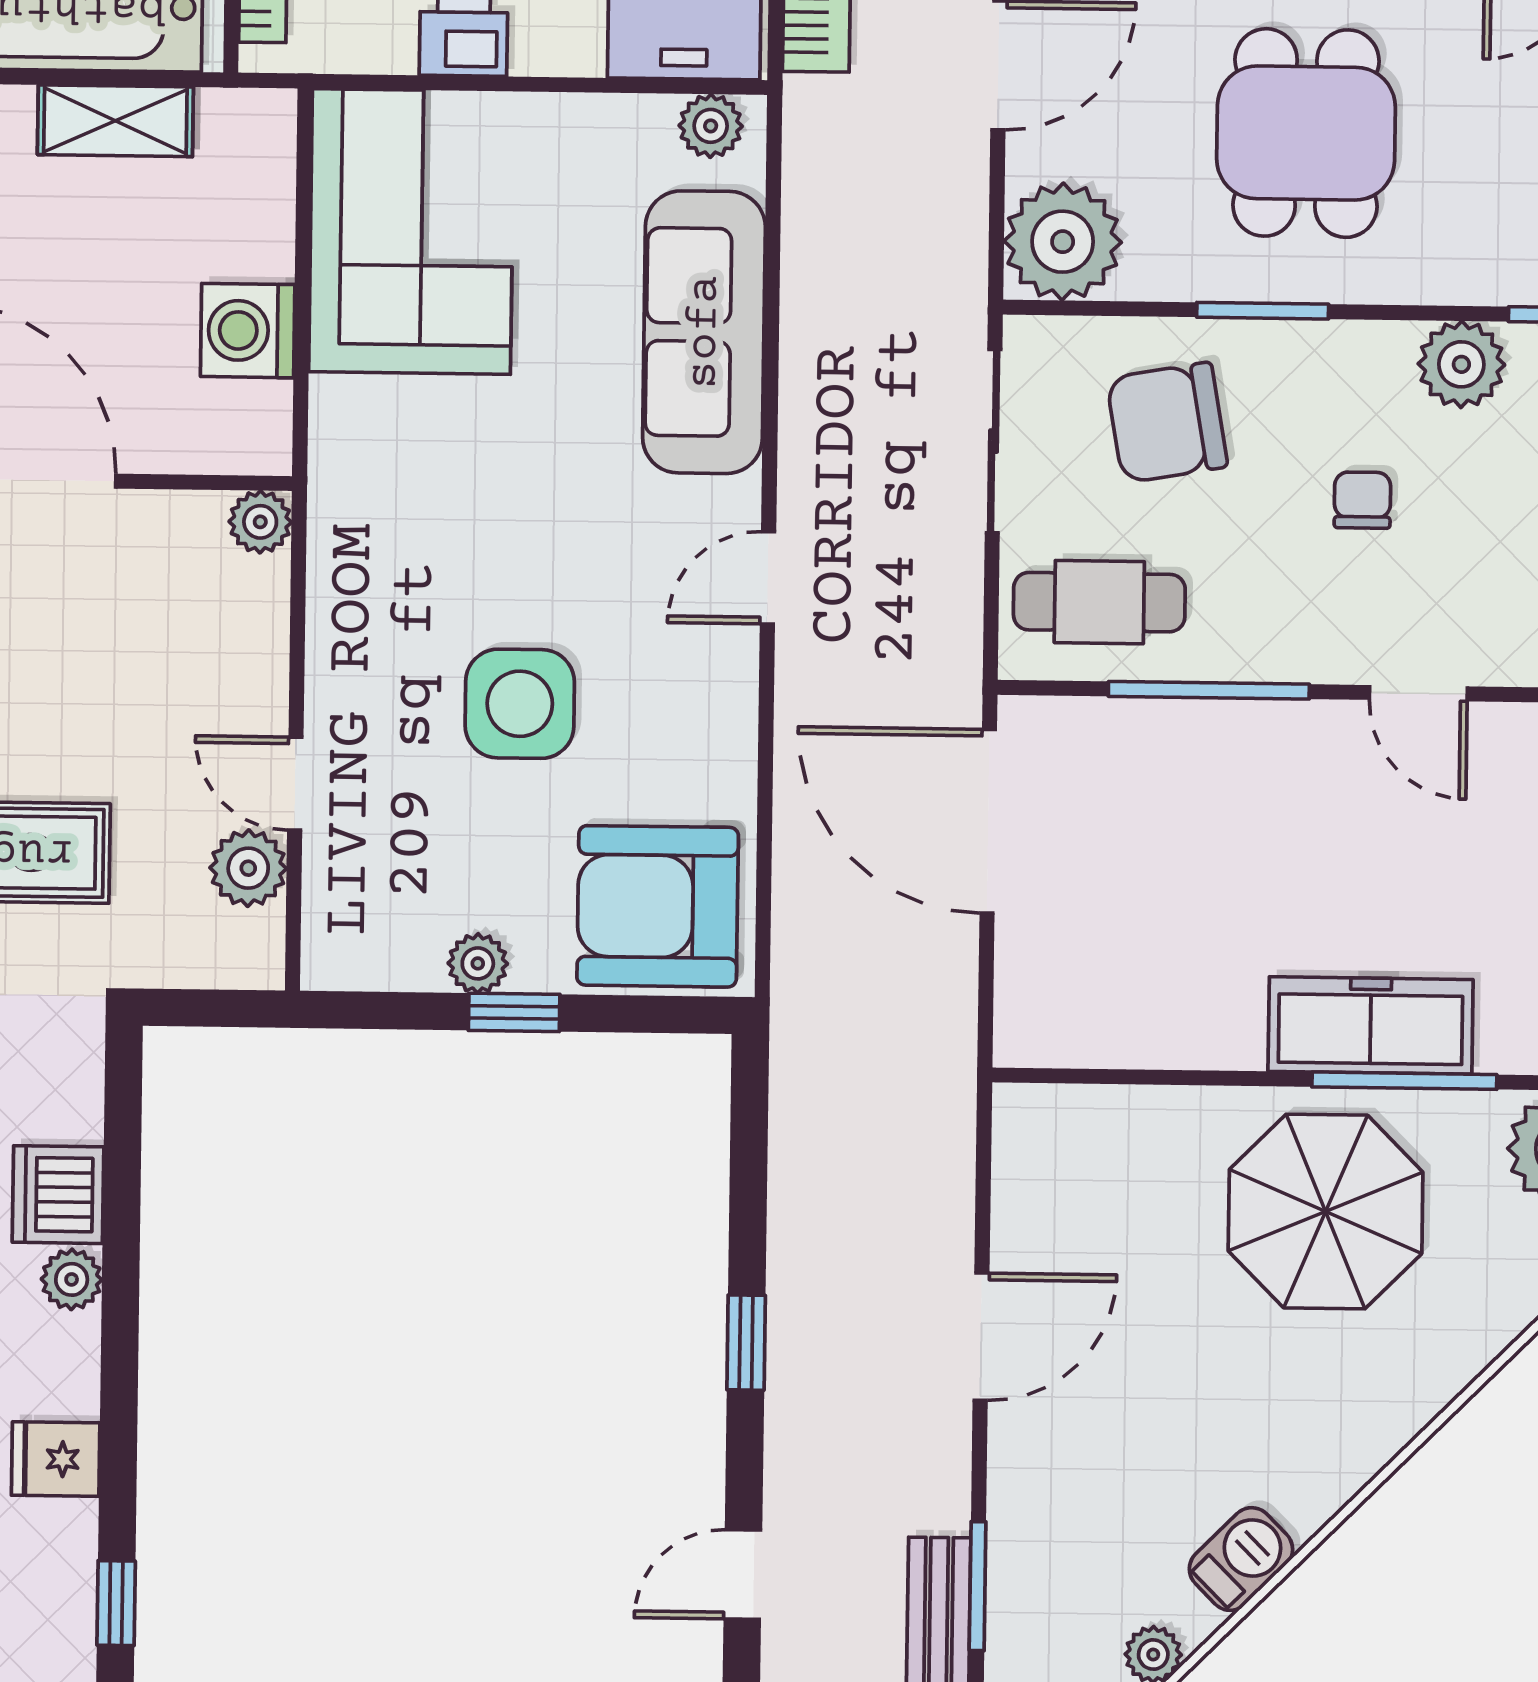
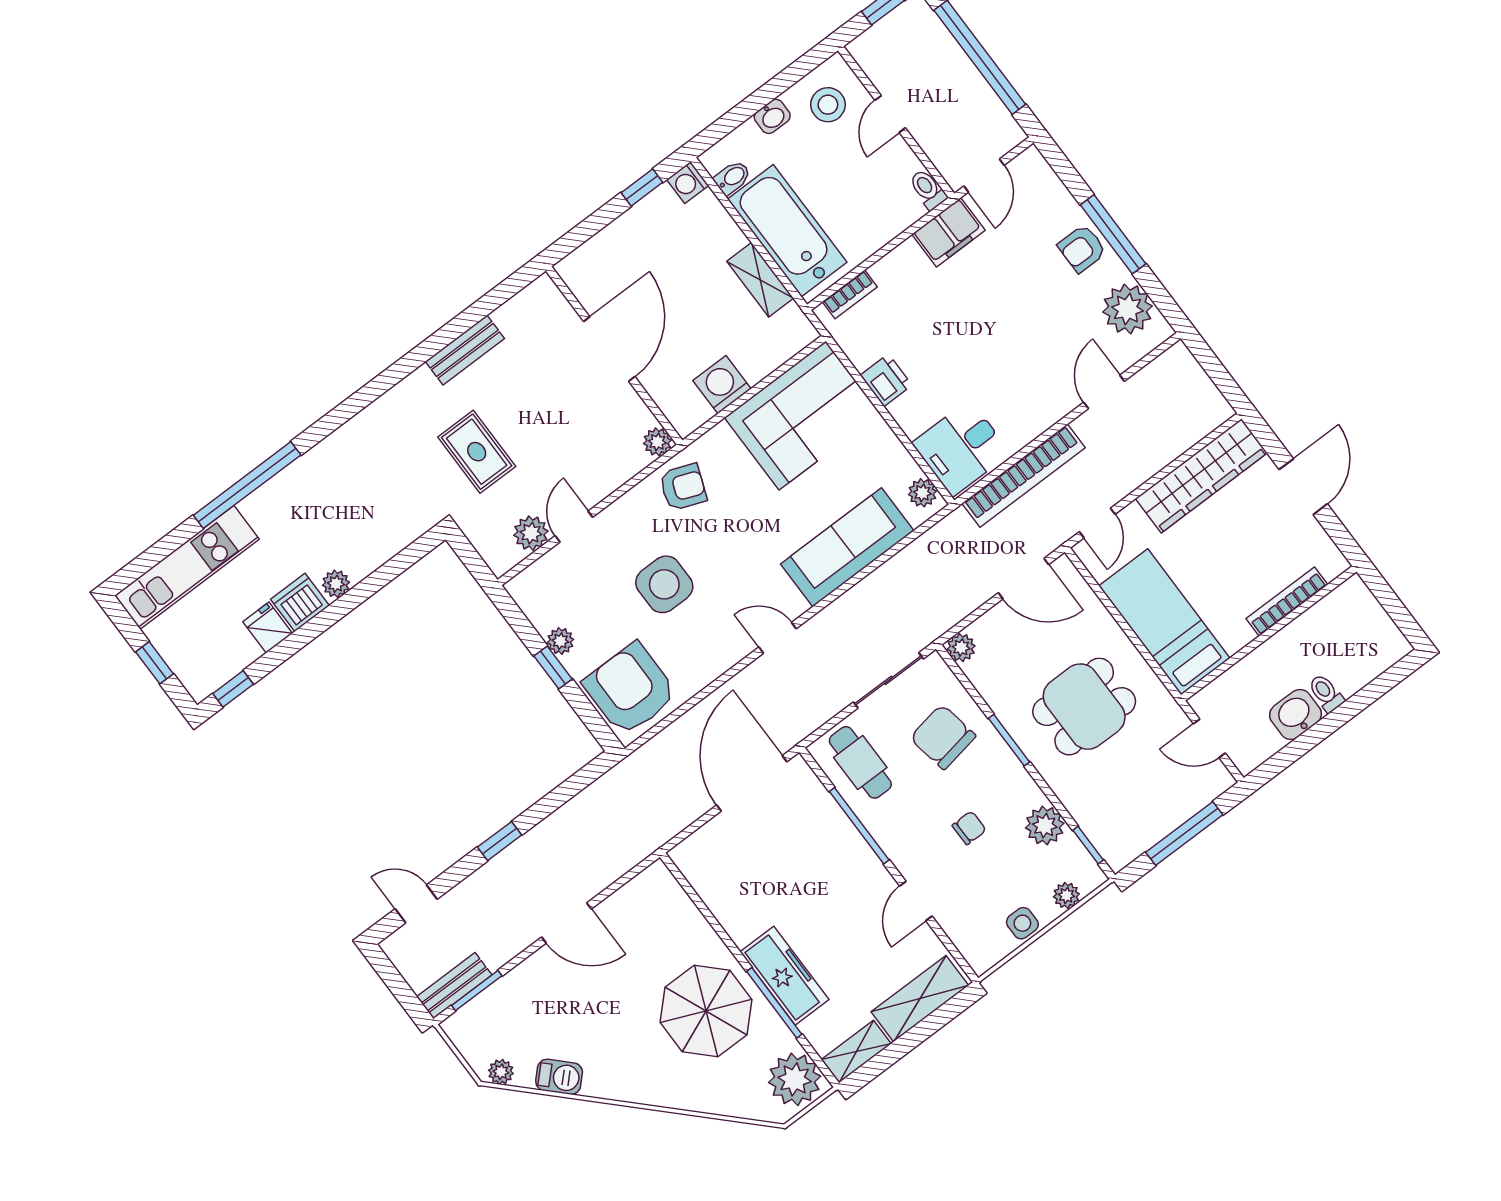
plant: (1063, 242) -> (961, 648), width x0.53, depth x0.53
armchair: (374, 538) -> (683, 487), added
dishwasher: (58, 1195) -> (300, 603), moved

